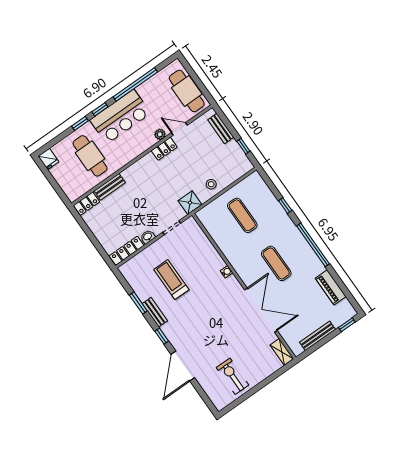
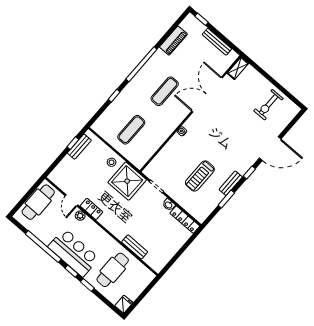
bench: (221, 129) -> (79, 147), moved
shower: (190, 203) -> (127, 181), width x1.86, depth x1.86
locker: (87, 204) -> (154, 263), removed

